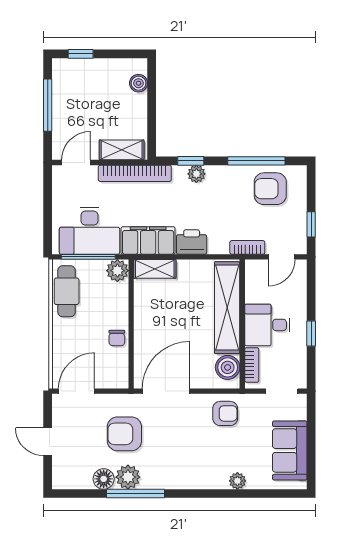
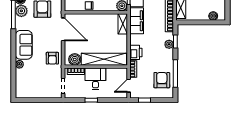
printer: (192, 242) -> (136, 52), moved
door: (282, 257) -> (129, 86), hinge flipped
sofa: (290, 450) -> (24, 45), moved, turned 90

